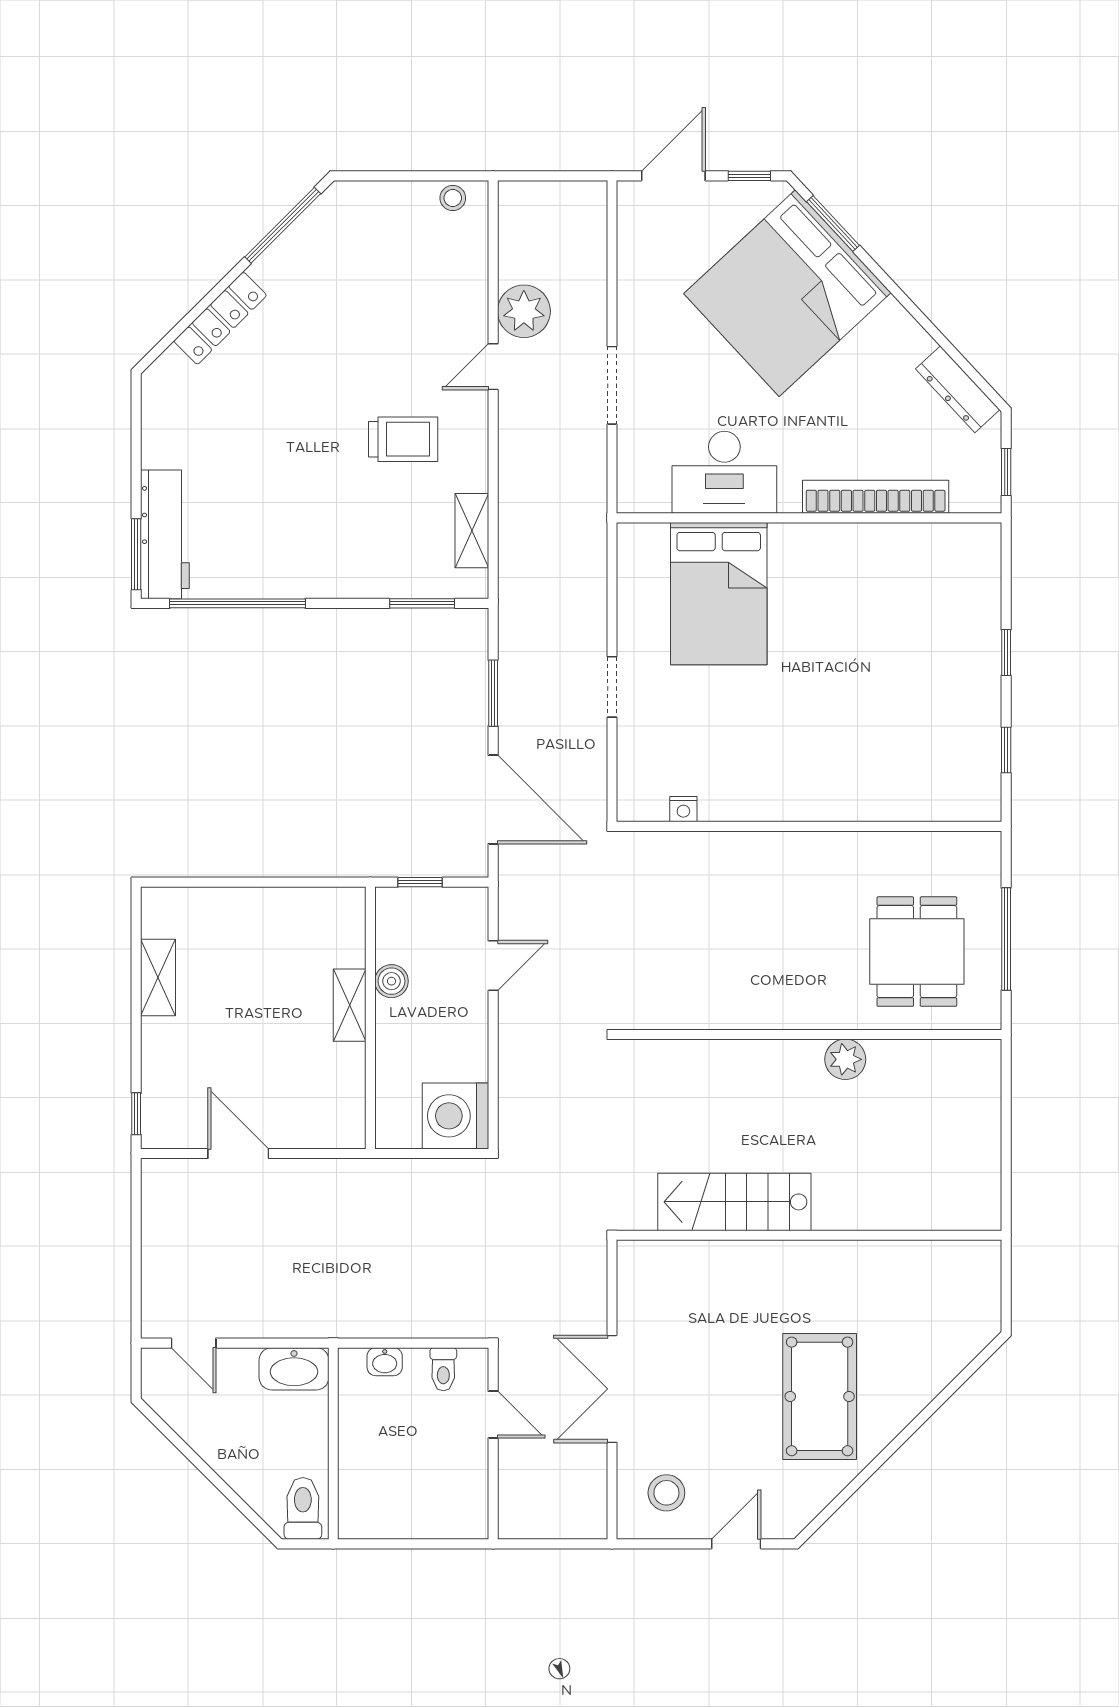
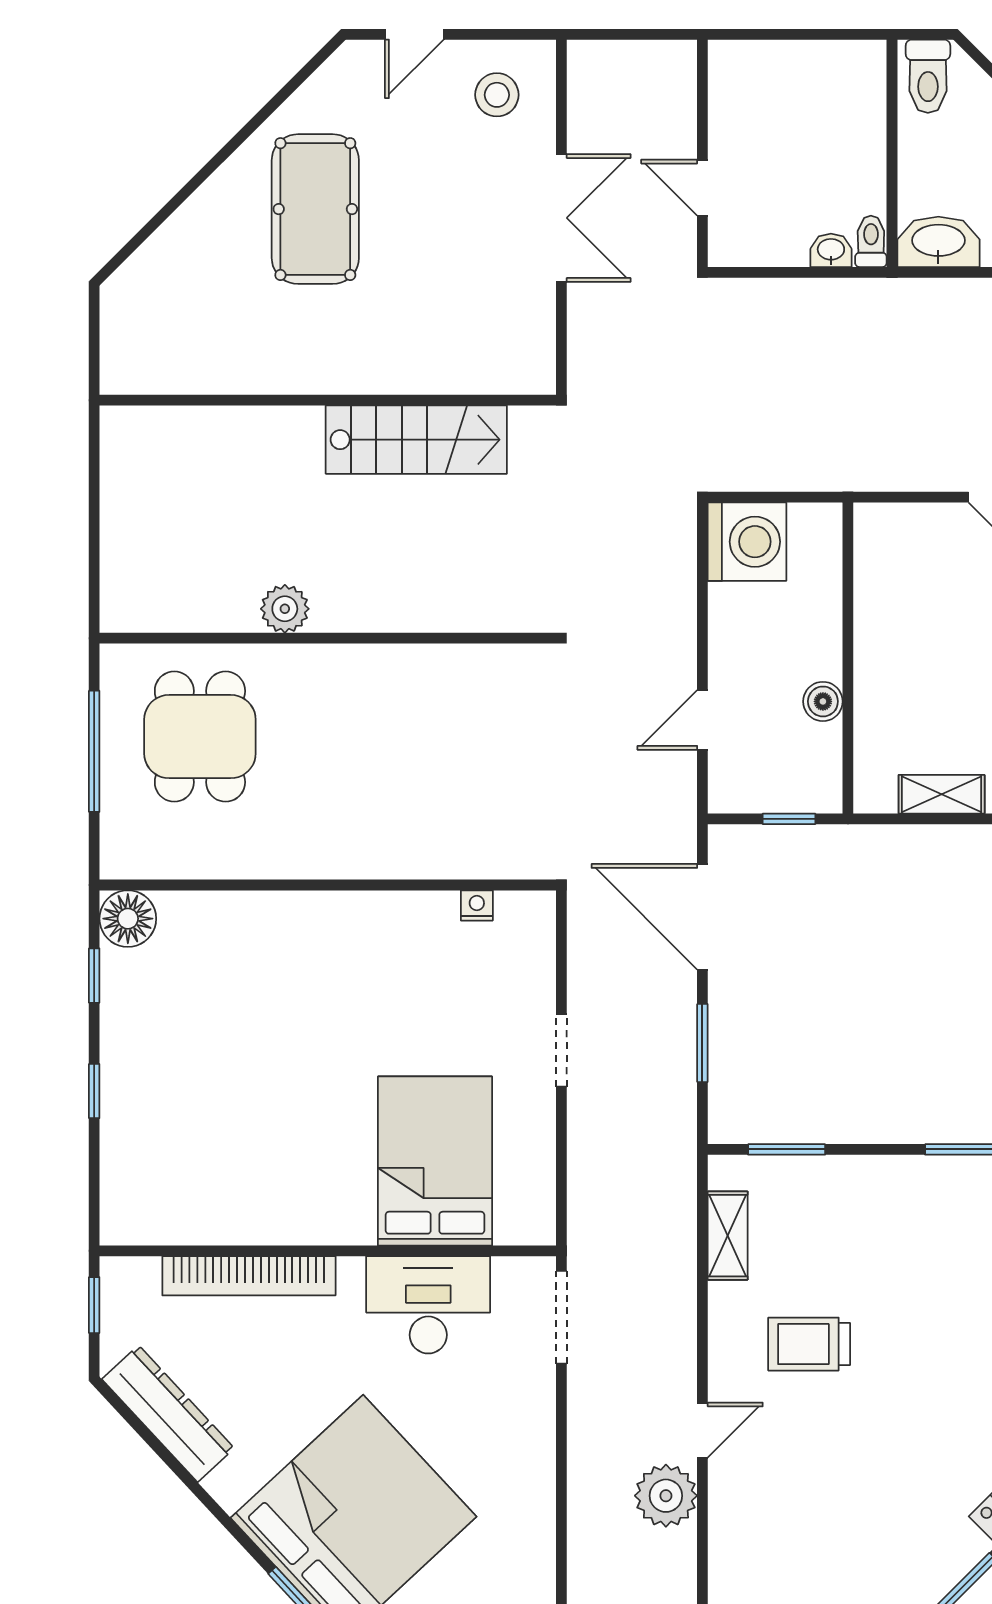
doorway: (612, 385) -> (561, 1317), moved
dresser: (958, 389) -> (168, 1414), width x1.37, depth x1.24
floor lamp: (978, 798) -> (128, 919), added
shelving: (350, 1005) -> (942, 794), moved, turned 90
toilet: (443, 1369) -> (871, 241), moved

